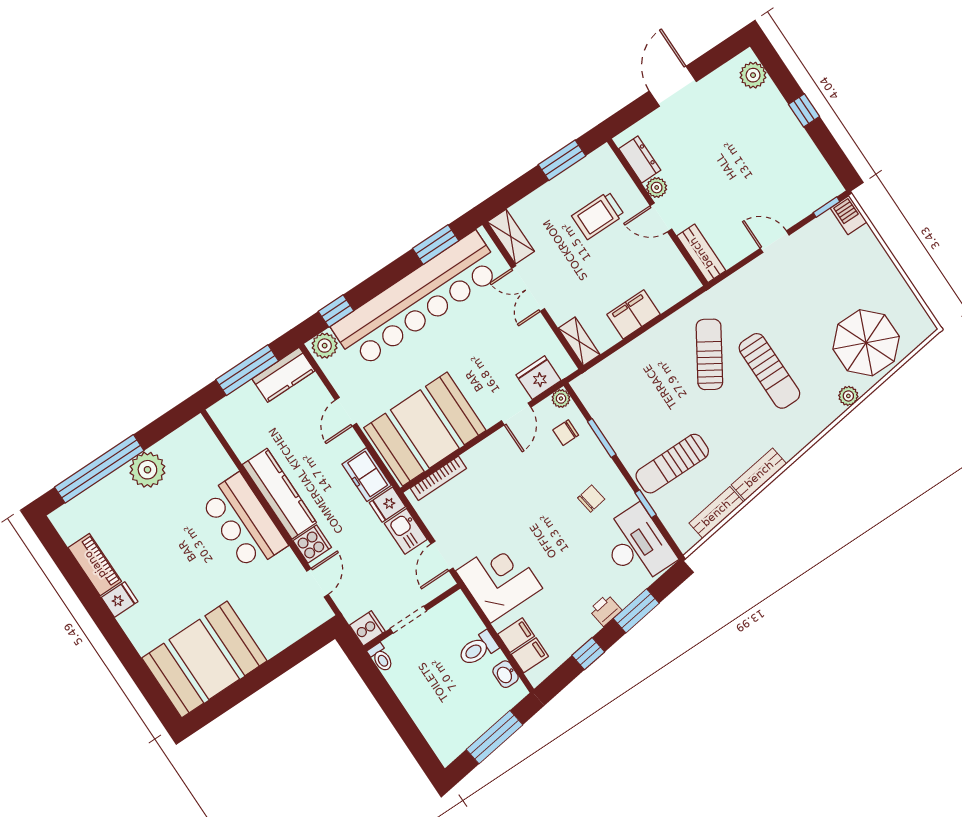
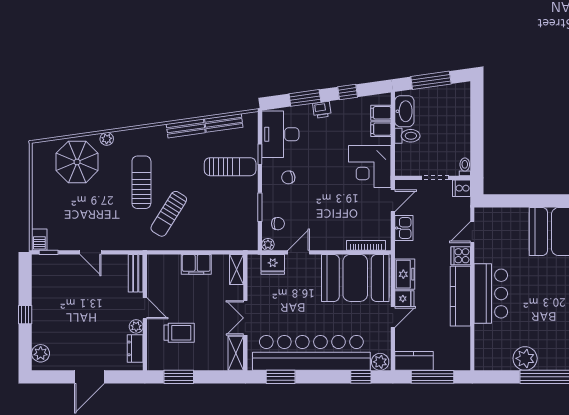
double door: (528, 288) -> (245, 318), swing flipped
fridge: (387, 505) -> (404, 299), moved
washbasin: (506, 674) -> (404, 111), width x1.91, depth x1.45

